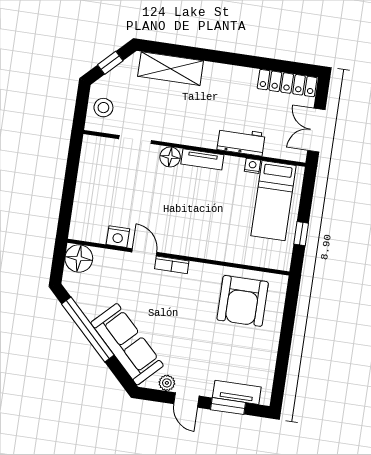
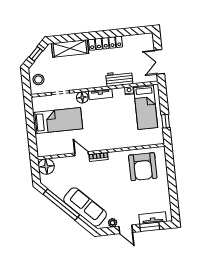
locker: (287, 83) -> (105, 43), moved
bed: (118, 186) -> (58, 121), added
nightstand: (118, 237) -> (65, 149), removed

